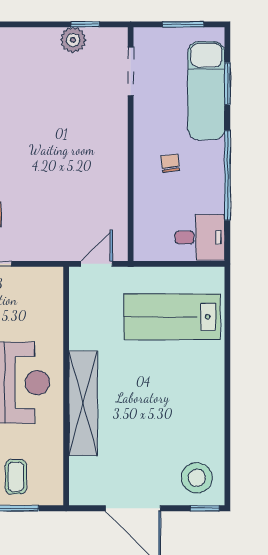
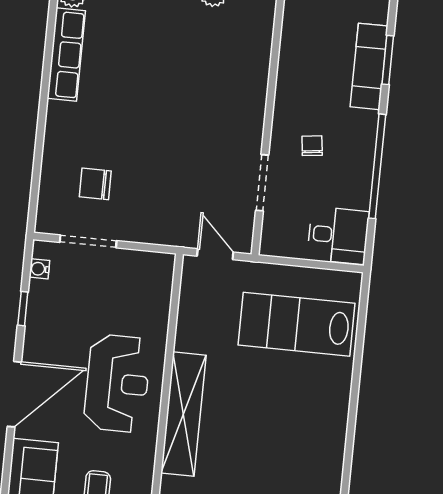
doorway: (131, 71) -> (262, 183), moved
exam couch: (206, 91) -> (369, 66), width x0.73, depth x0.69
door: (97, 264) -> (215, 254), hinge flipped

